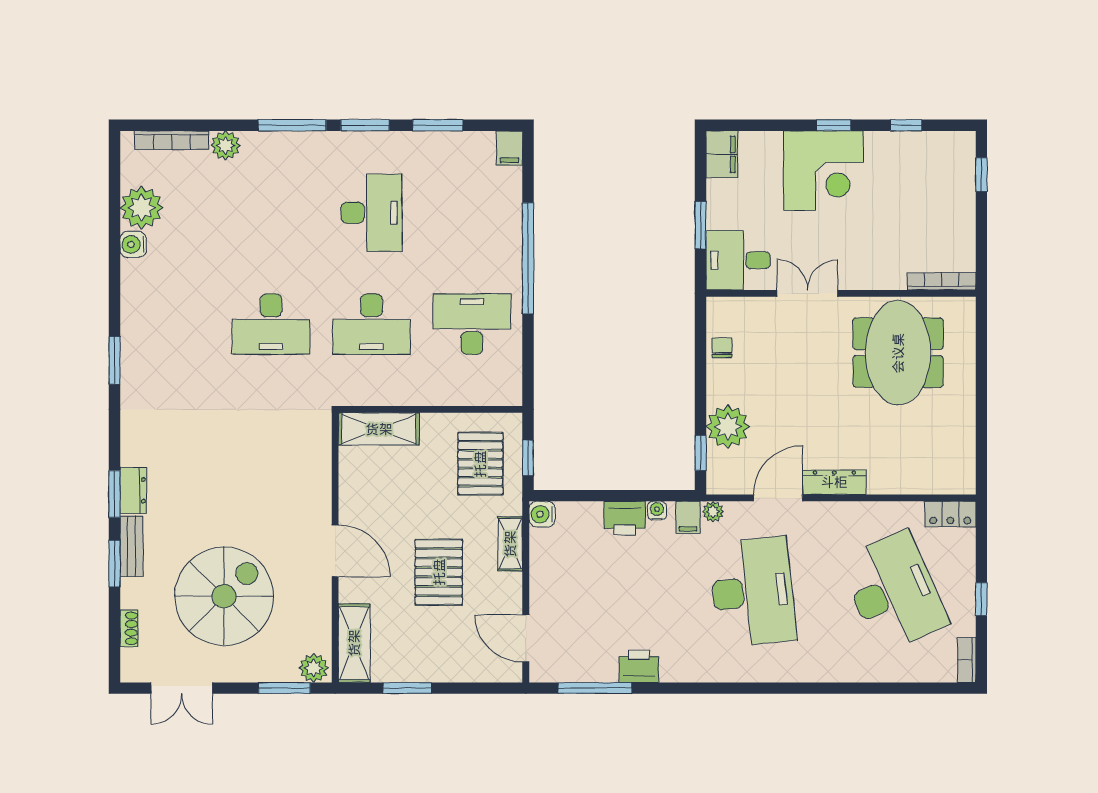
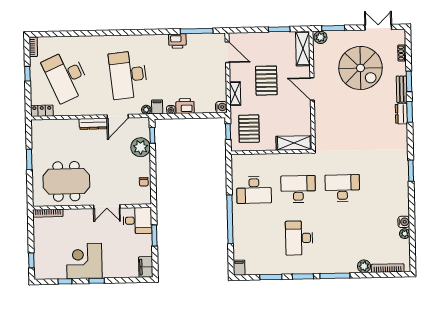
corner desk: (823, 171) -> (84, 261), moved
plant: (142, 208) -> (405, 234), width x0.53, depth x0.53
meeting table: (898, 353) -> (66, 181), turned 90
window: (981, 404) -> (29, 159), added
spiral stairs: (224, 596) -> (360, 68), turned -90

